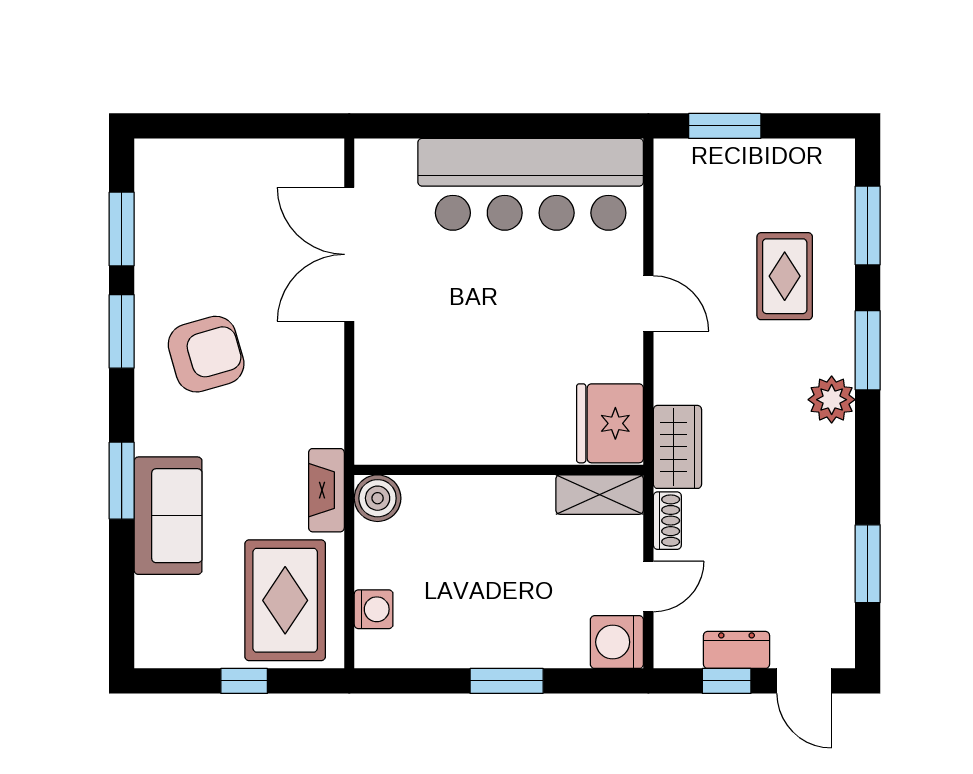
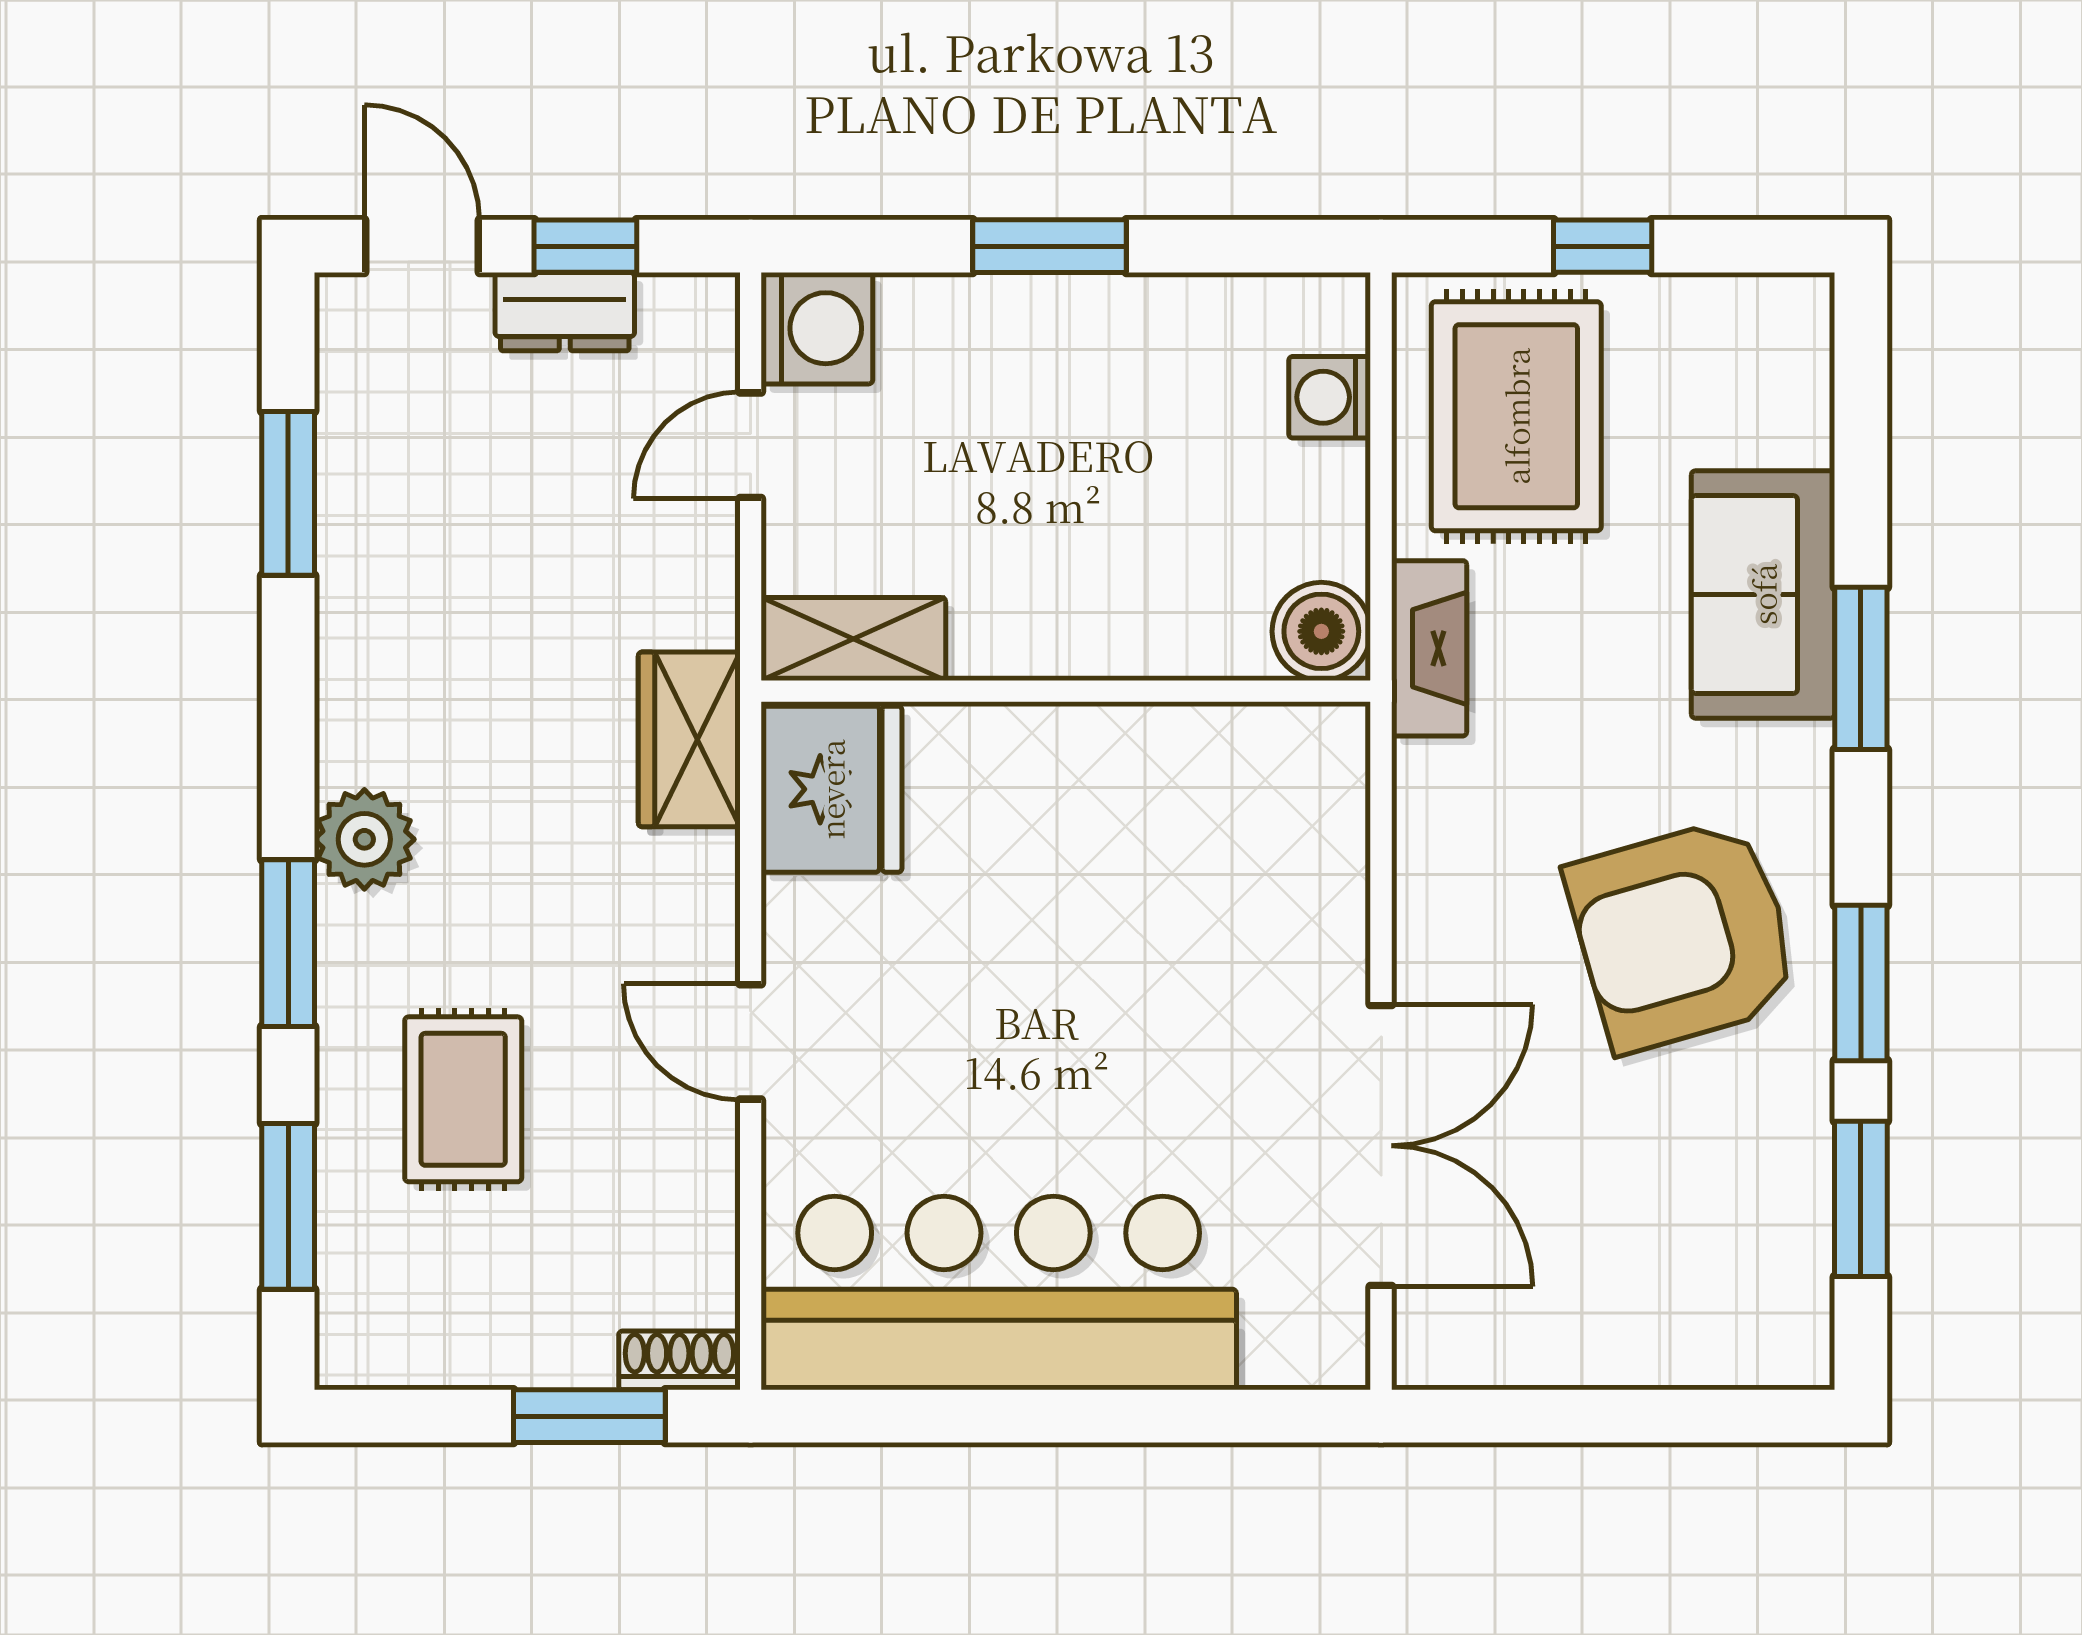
armchair: (206, 354) -> (1683, 935), width x1.36, depth x1.36
shoe rack: (667, 521) -> (679, 1360), moved, turned 90

